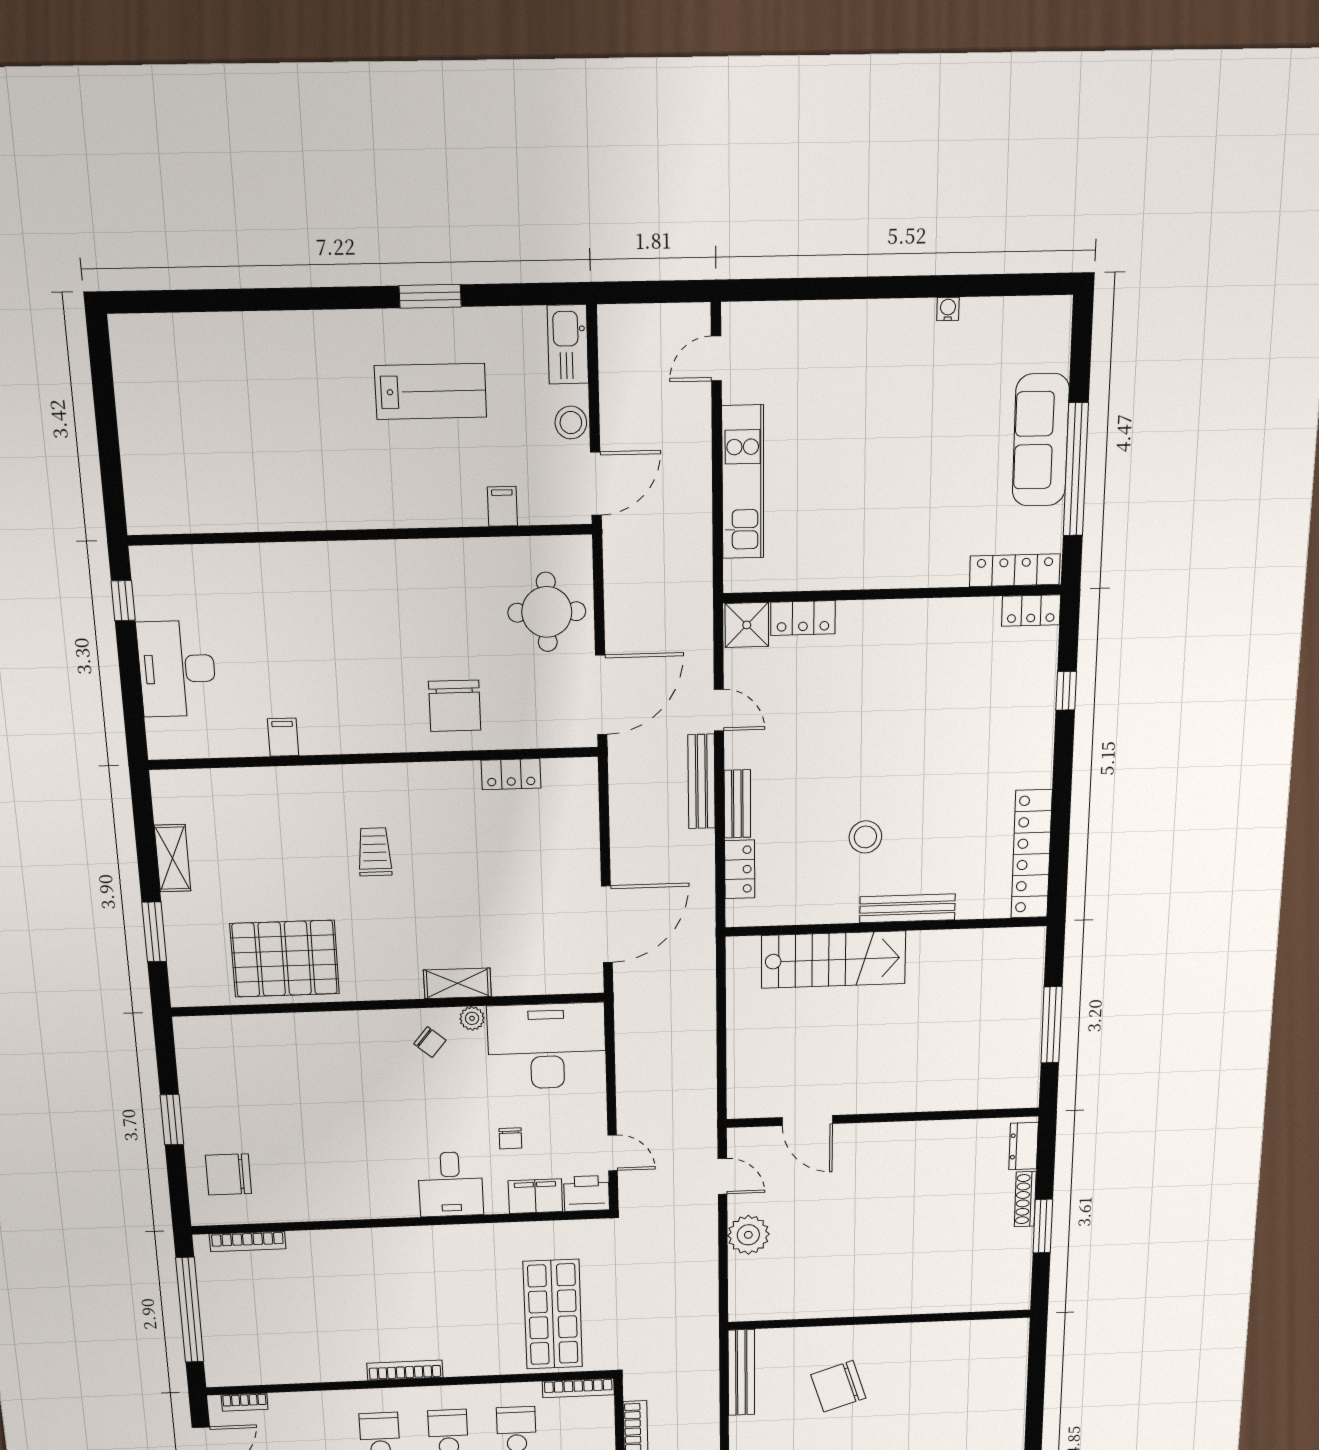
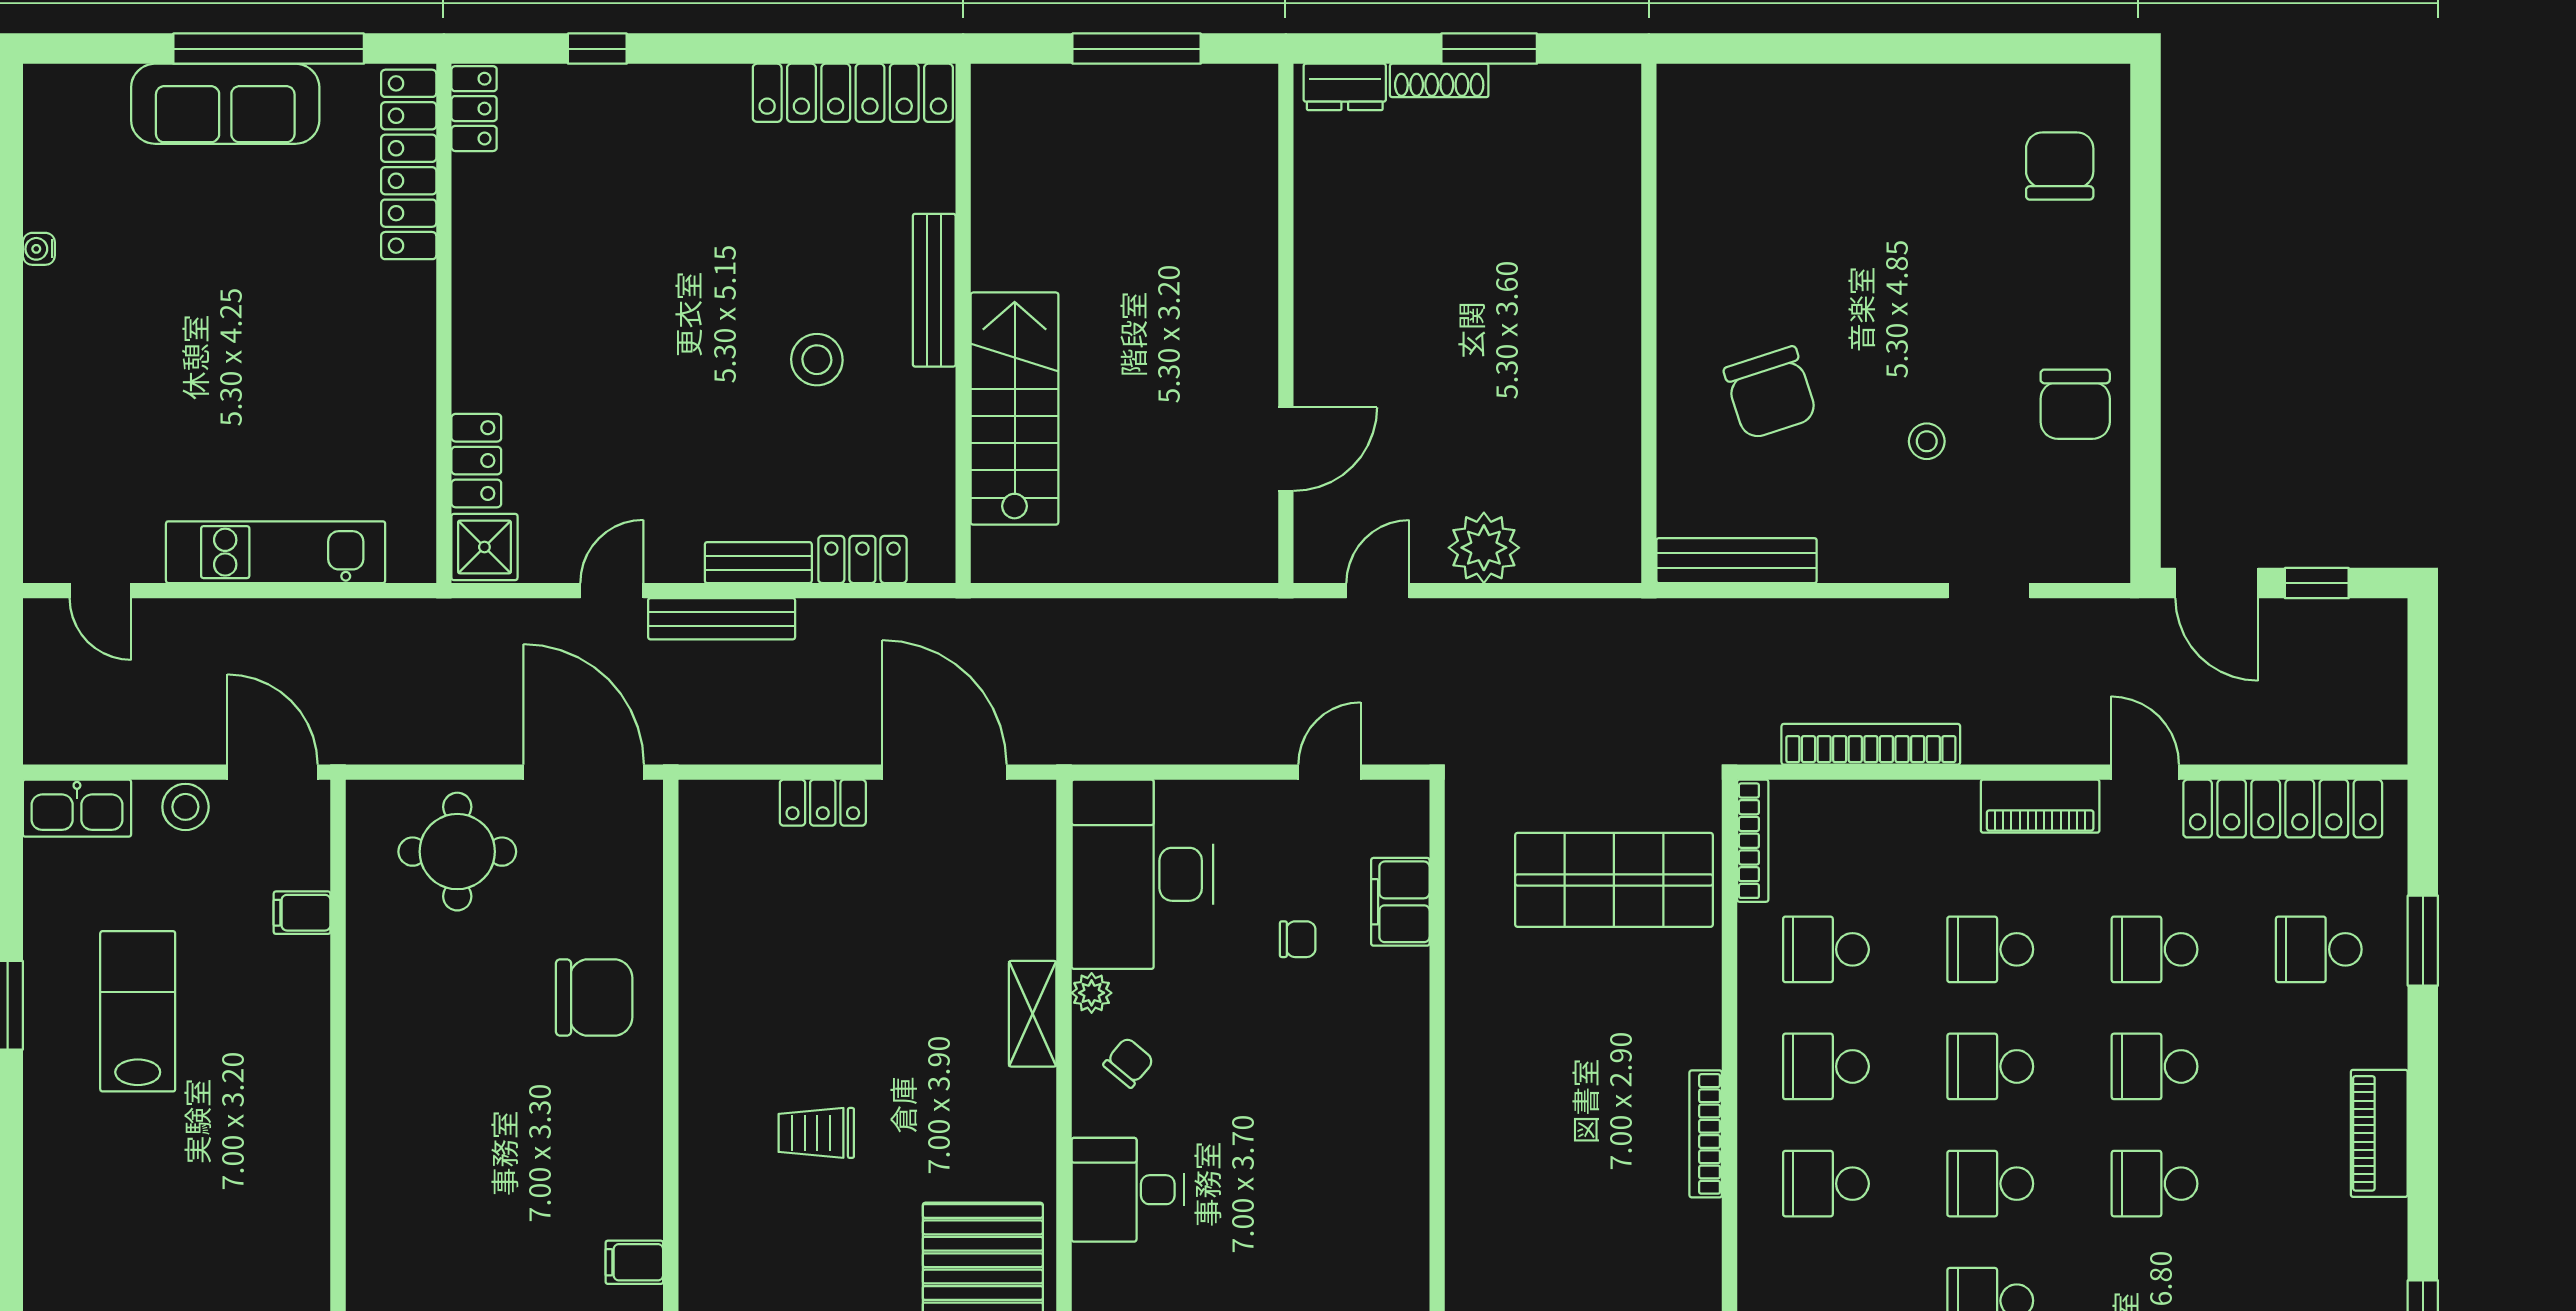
locker: (1015, 570) -> (409, 164), width x1.41, depth x1.21
locker: (511, 774) -> (823, 803), moved, turned 90
desk: (451, 1184) -> (1128, 1190), moved, turned 180
printer: (587, 1193) -> (1399, 817), removed

